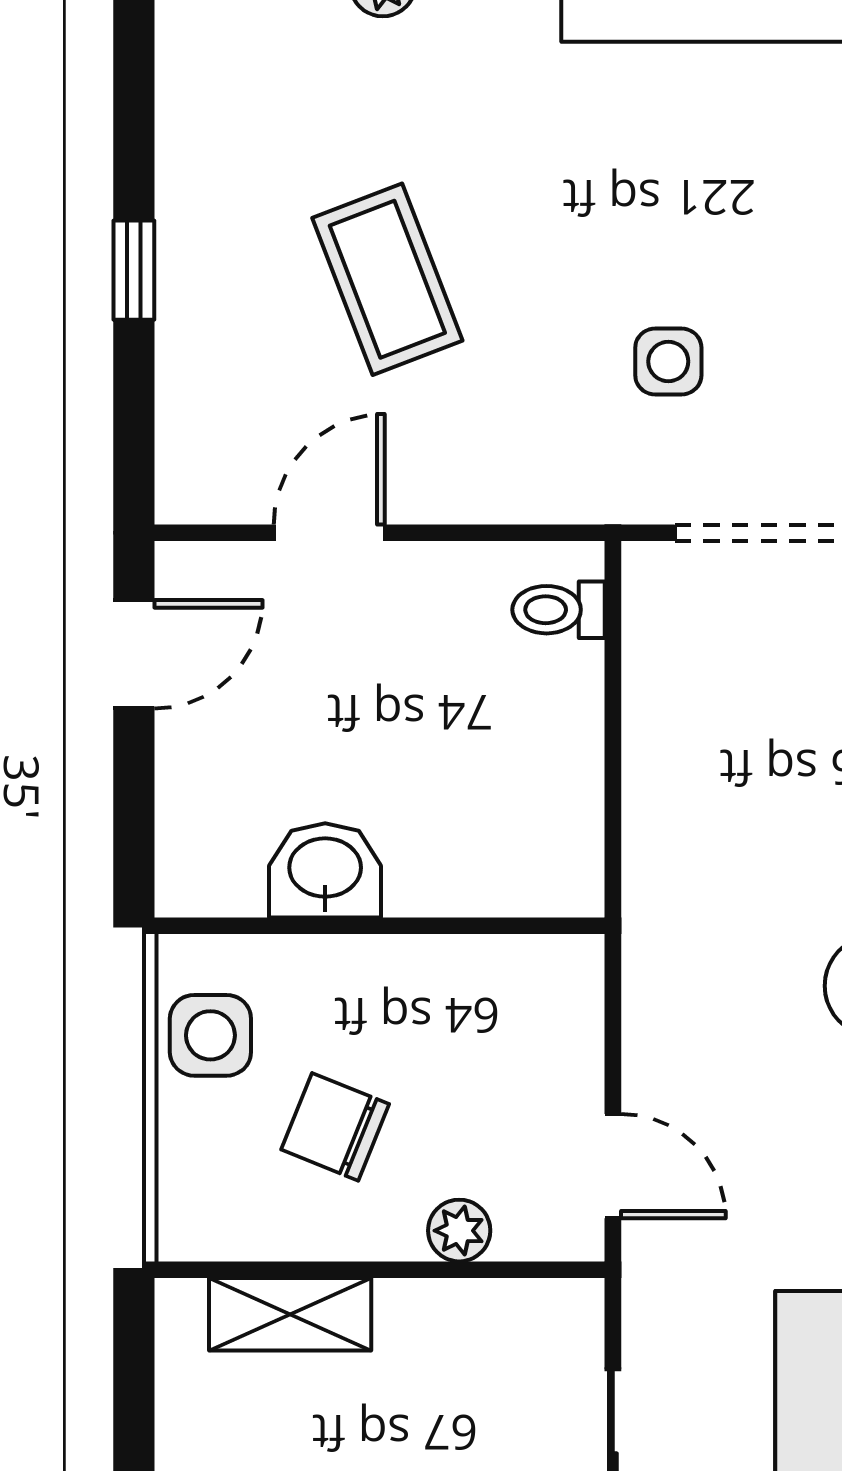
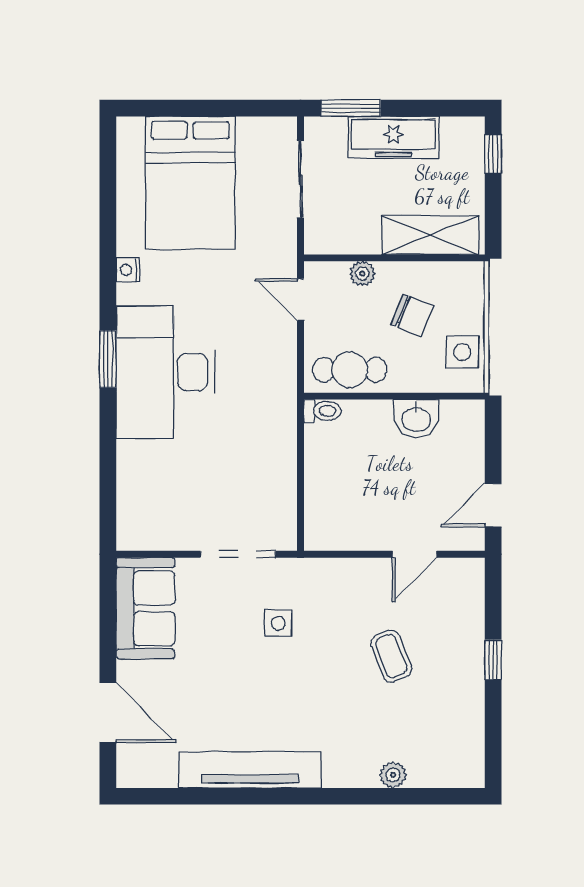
coffee table: (387, 279) -> (391, 656), width x0.73, depth x0.77
toilet: (559, 610) -> (322, 411), moved
cafe table: (491, 991) -> (350, 370), added
shelving: (290, 1314) -> (430, 235), width x1.50, depth x1.33

